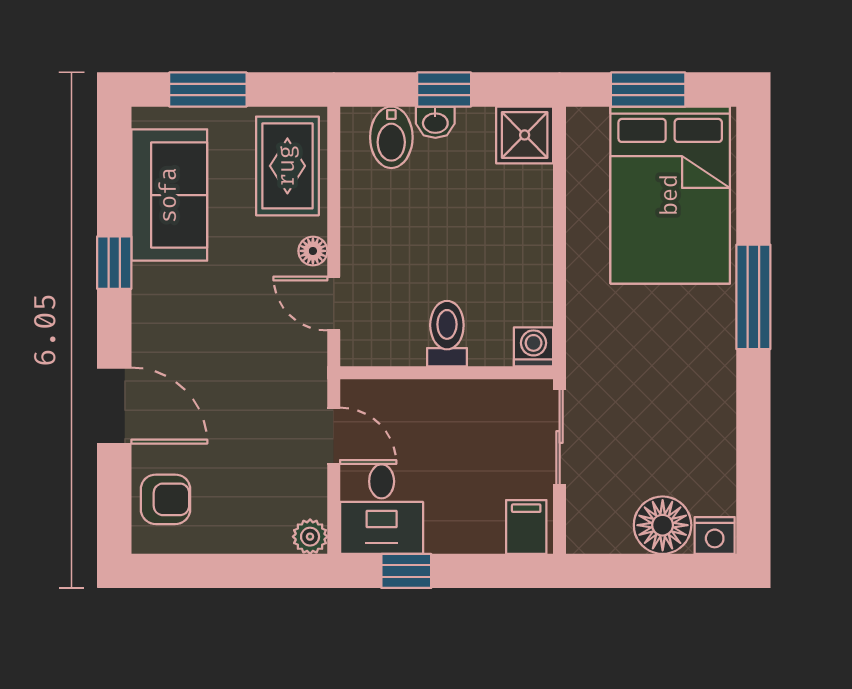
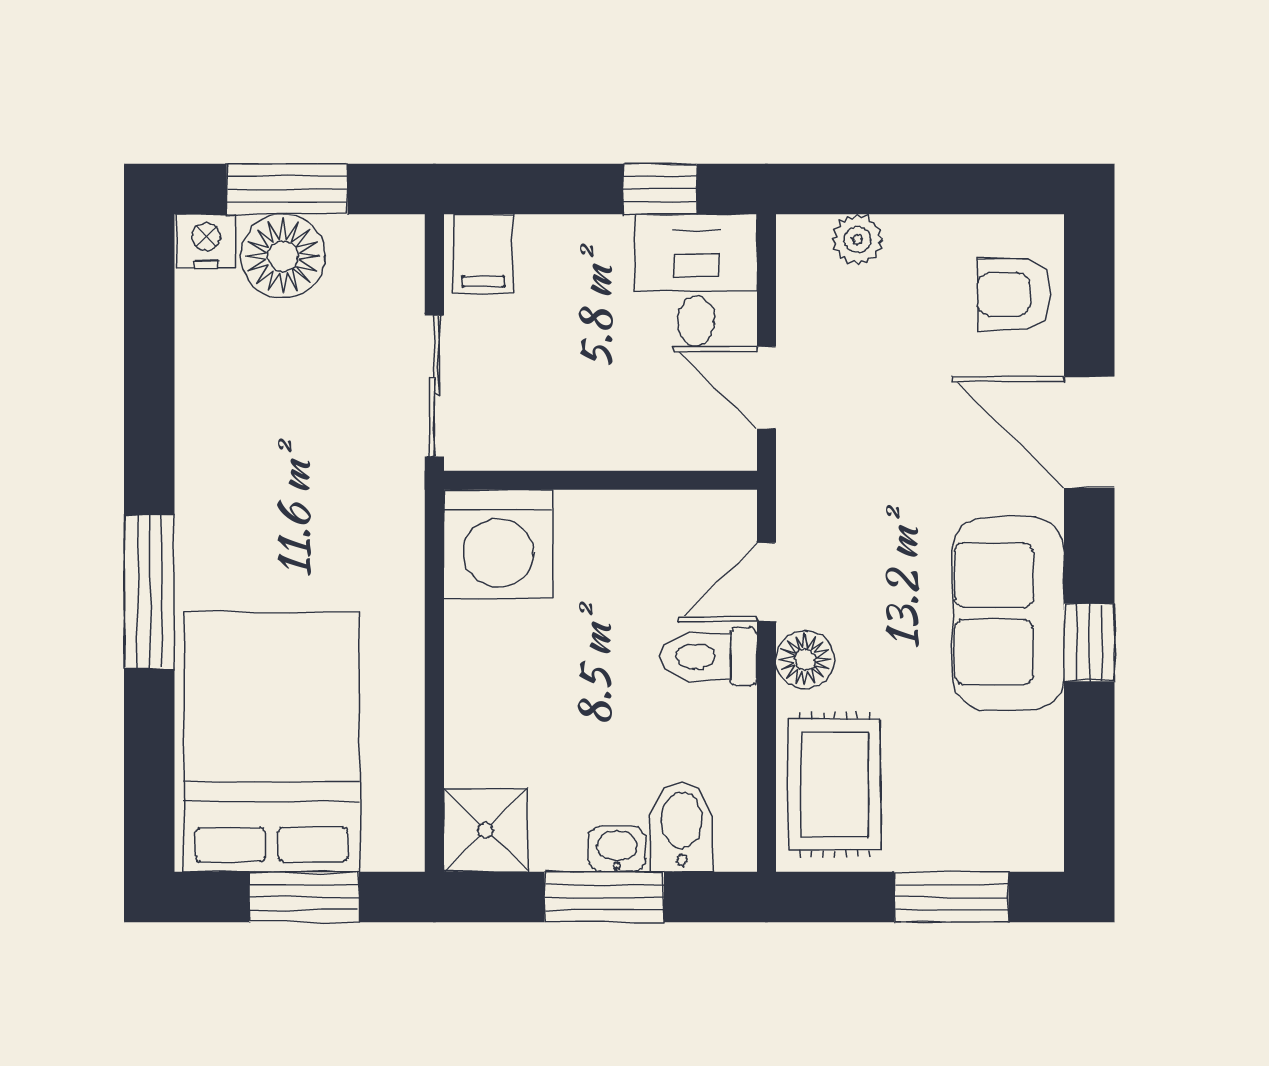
window: (444, 89) -> (604, 897), width x1.50
sofa: (169, 195) -> (1008, 614), moved
floor lamp: (313, 251) -> (805, 660), width x1.37, depth x1.37
door: (334, 304) -> (766, 582), swing flipped
toilet: (447, 334) -> (709, 656), moved, turned 90
washing machine: (534, 347) -> (498, 544), width x1.89, depth x1.89
plant: (310, 537) -> (857, 239), moved
window: (660, 571) -> (287, 189), added

